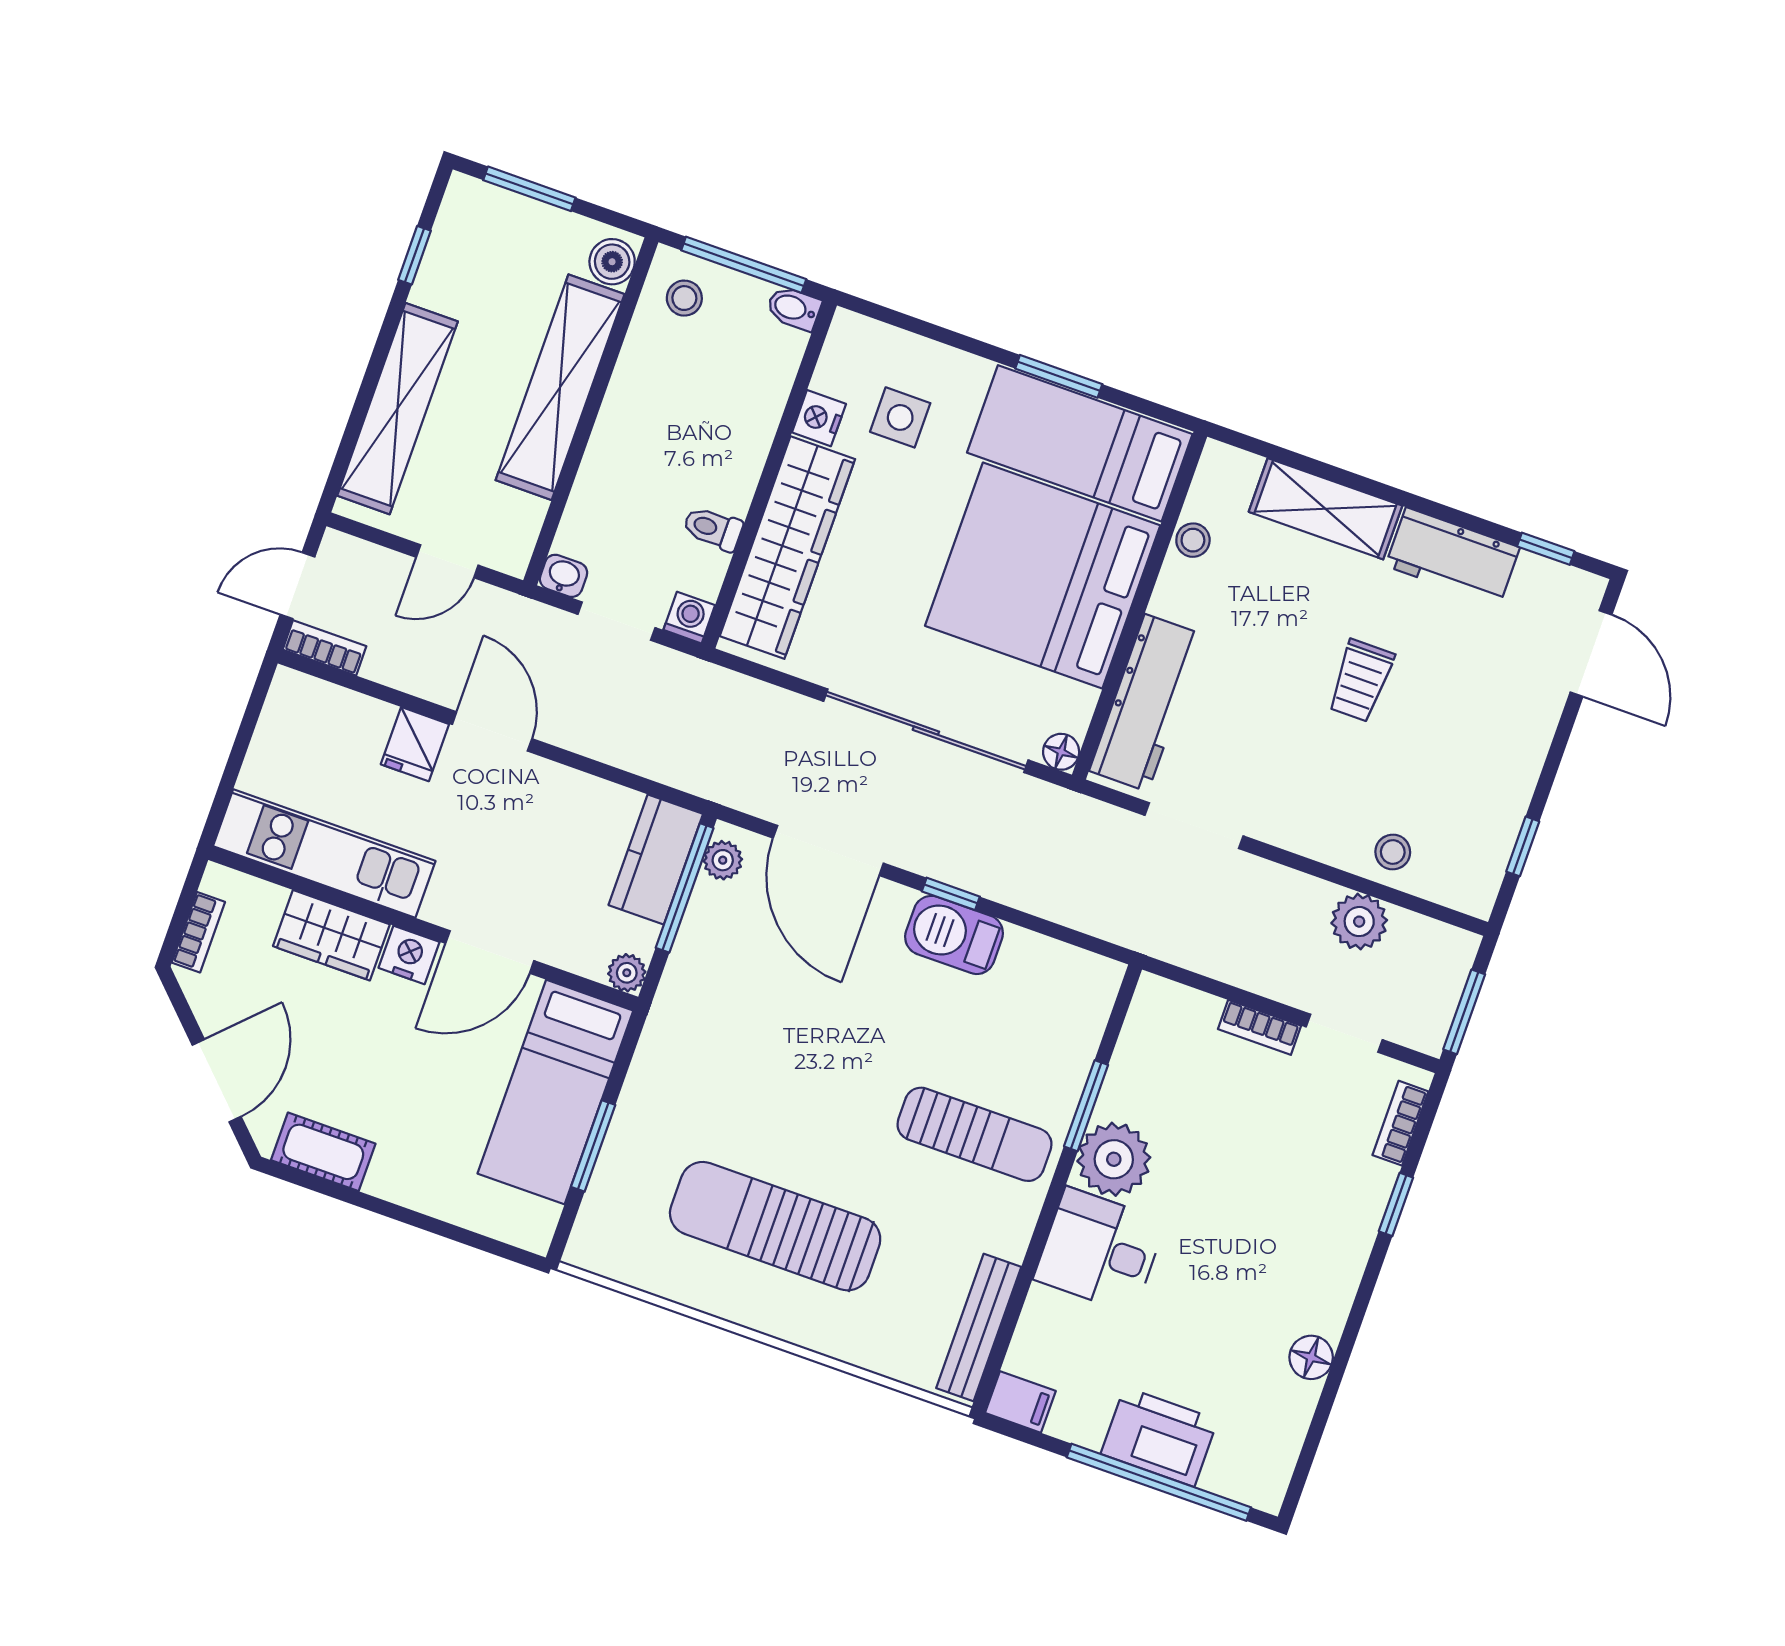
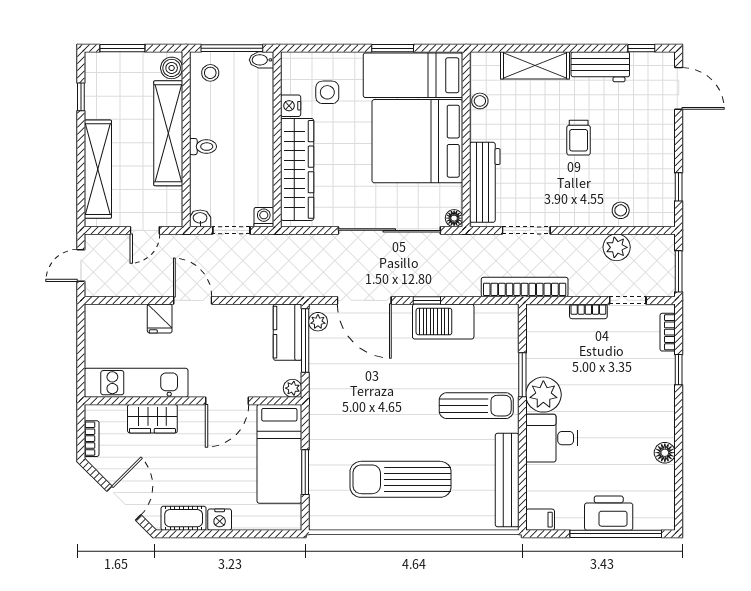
toilet: (713, 528) -> (203, 147), moved, turned 180
bookcase: (324, 648) -> (525, 287), moved, width x2.31, depth x1.31
barbecue: (954, 935) -> (443, 322), width x1.37, depth x1.21
nightstand: (409, 955) -> (220, 520), moved, turned 180
bench: (979, 1328) -> (507, 480), width x1.37, depth x1.21

